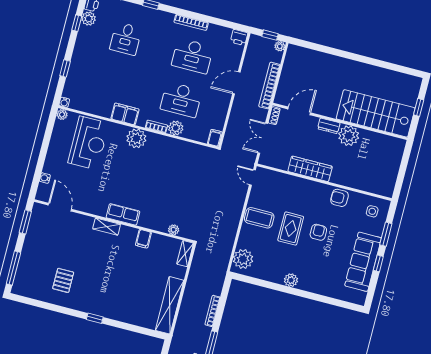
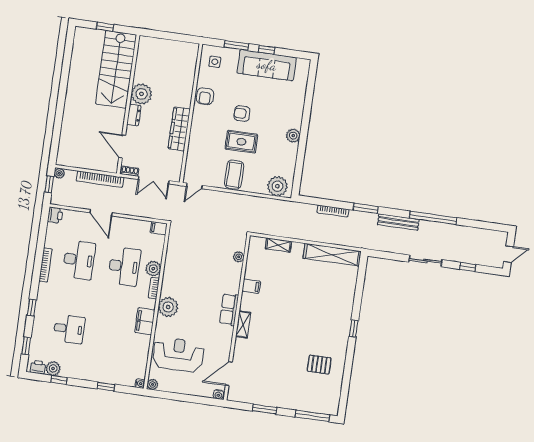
door: (60, 207) -> (229, 374), moved
row of seats: (123, 214) -> (229, 309), moved
wall: (114, 221) -> (237, 318), moved
shelving: (107, 227) -> (243, 325), moved
plant: (174, 230) -> (239, 257), moved
filing cabinet: (143, 239) -> (251, 286), moved

